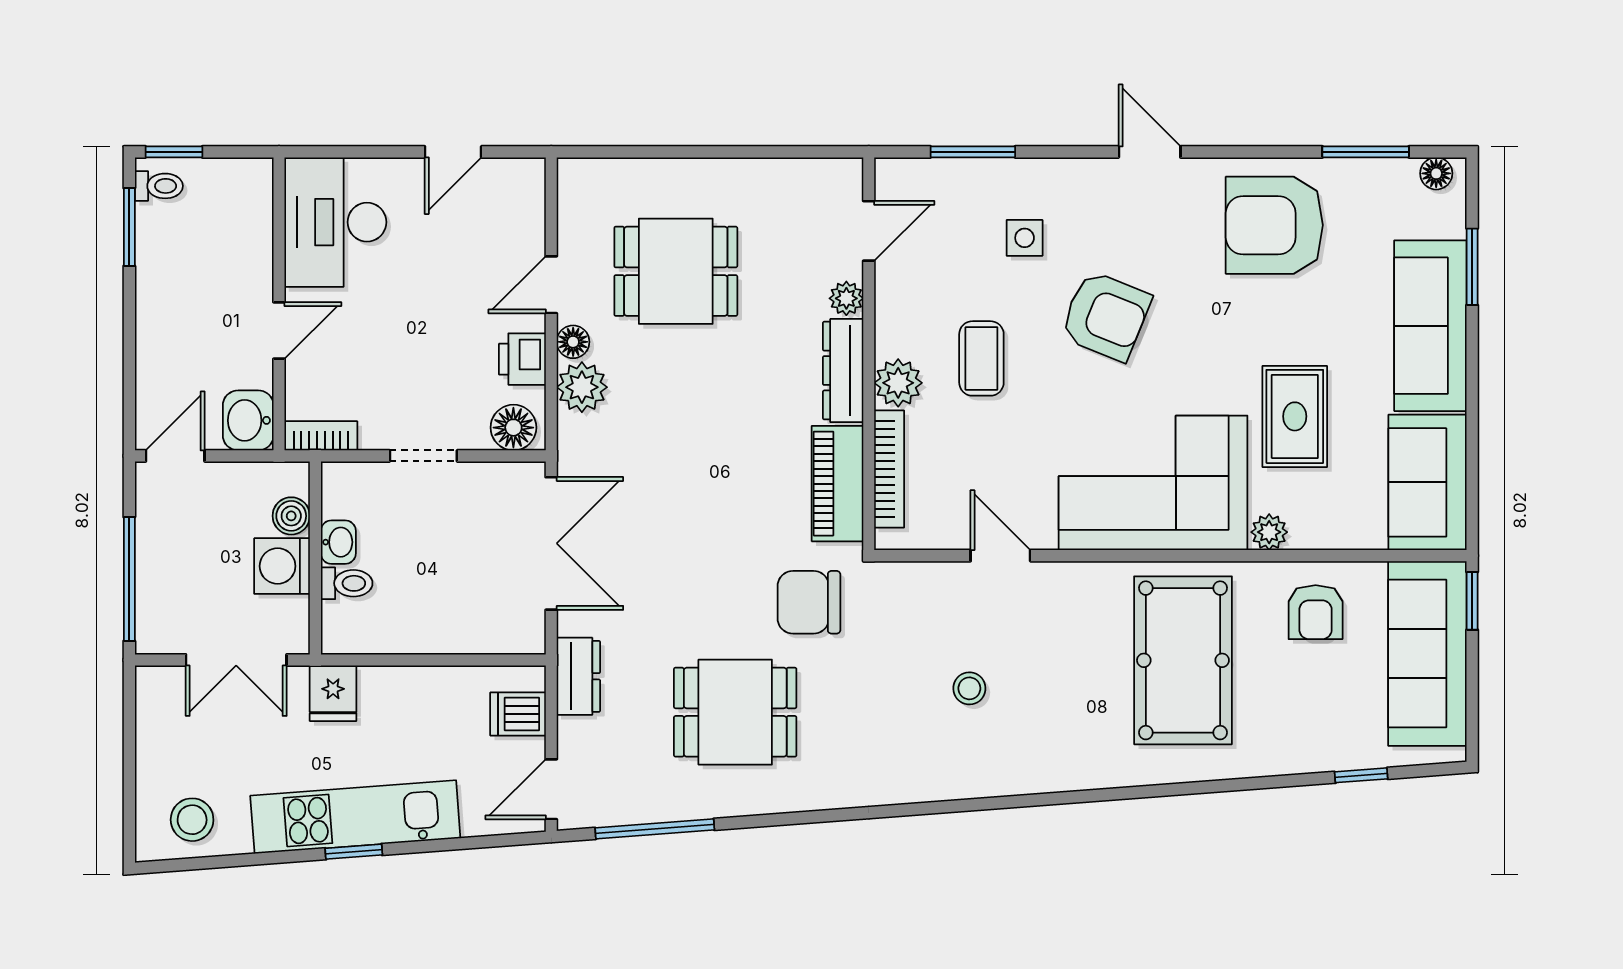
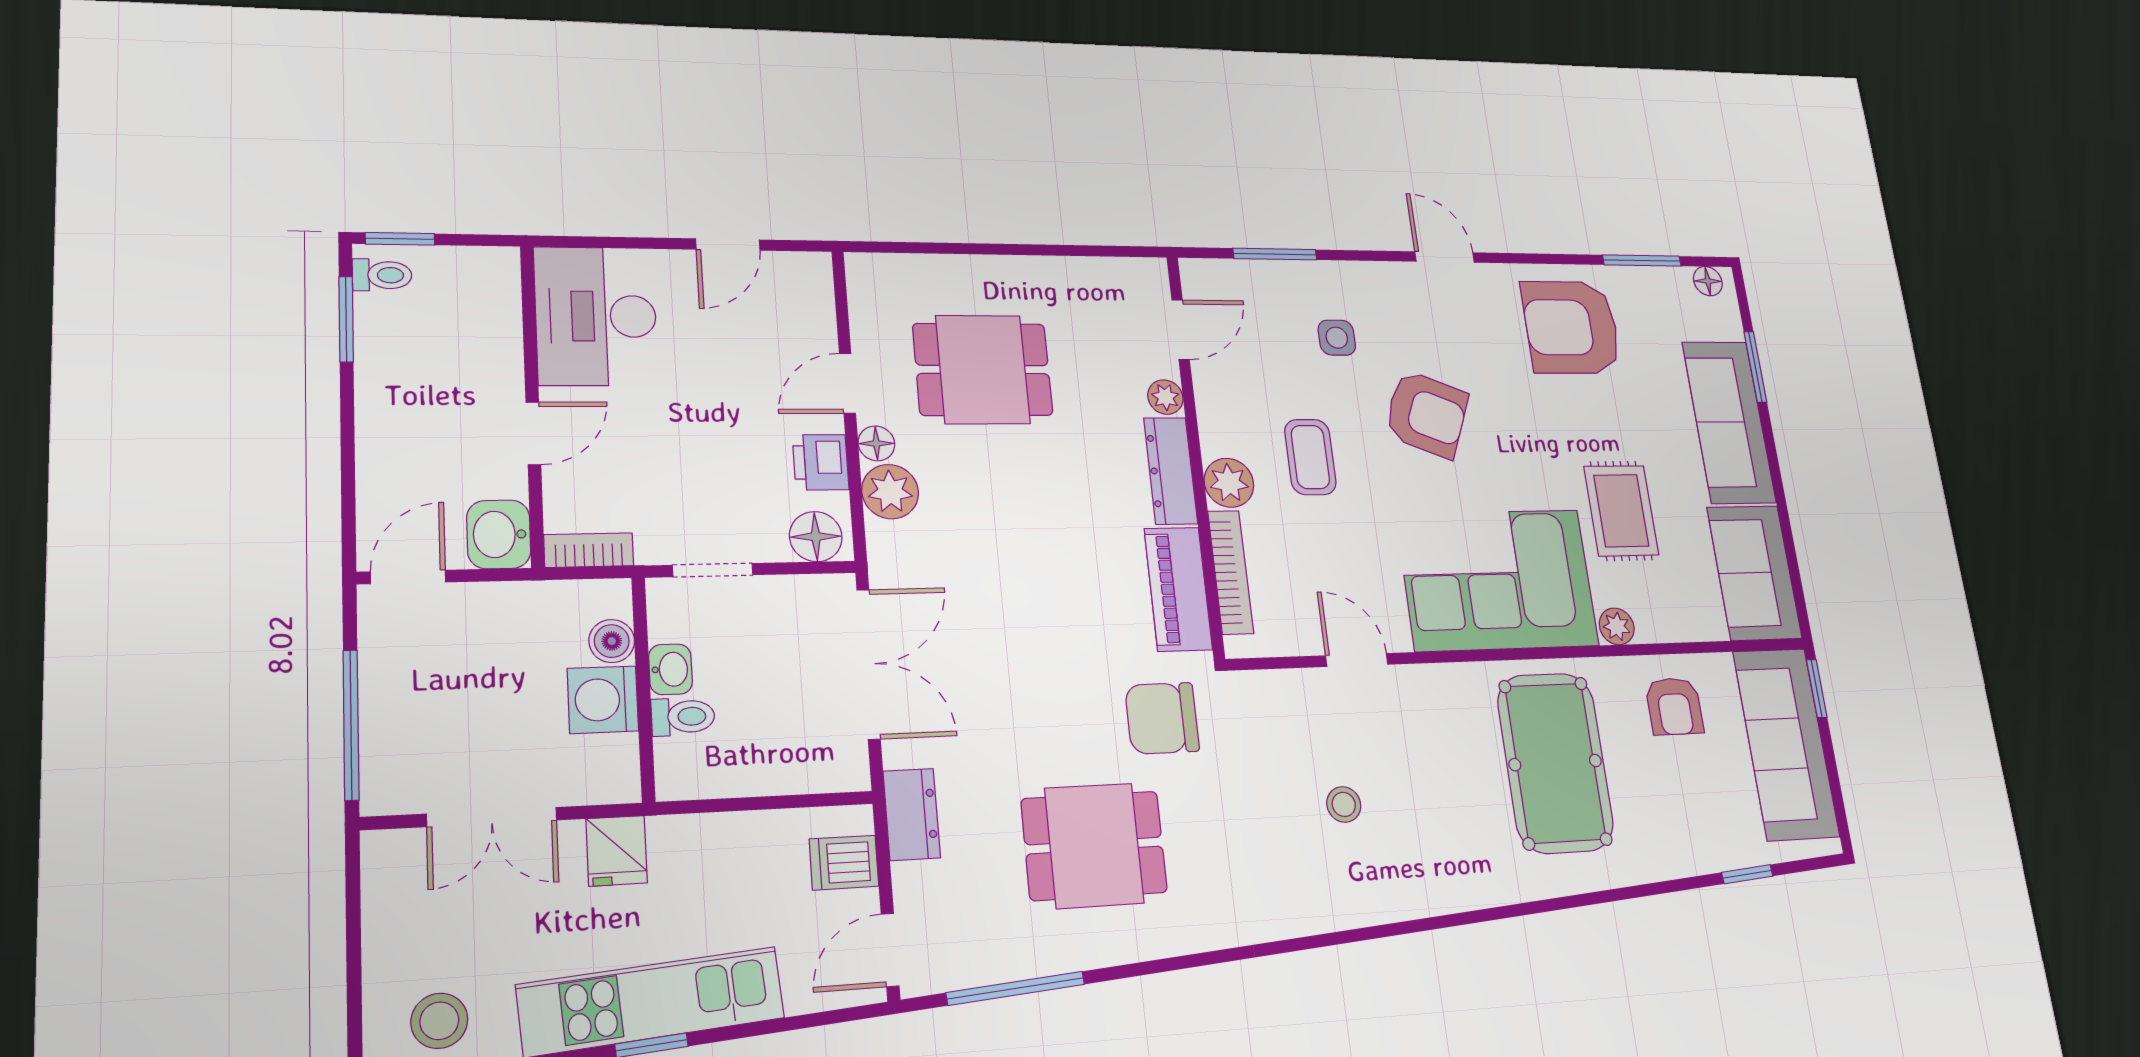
boiler: (291, 516) -> (612, 641), moved
washbasin: (338, 542) -> (670, 669), moved
wall: (315, 558) -> (643, 689), moved
washing machine: (282, 566) -> (603, 700), moved
toilet: (347, 583) -> (683, 717), moved

